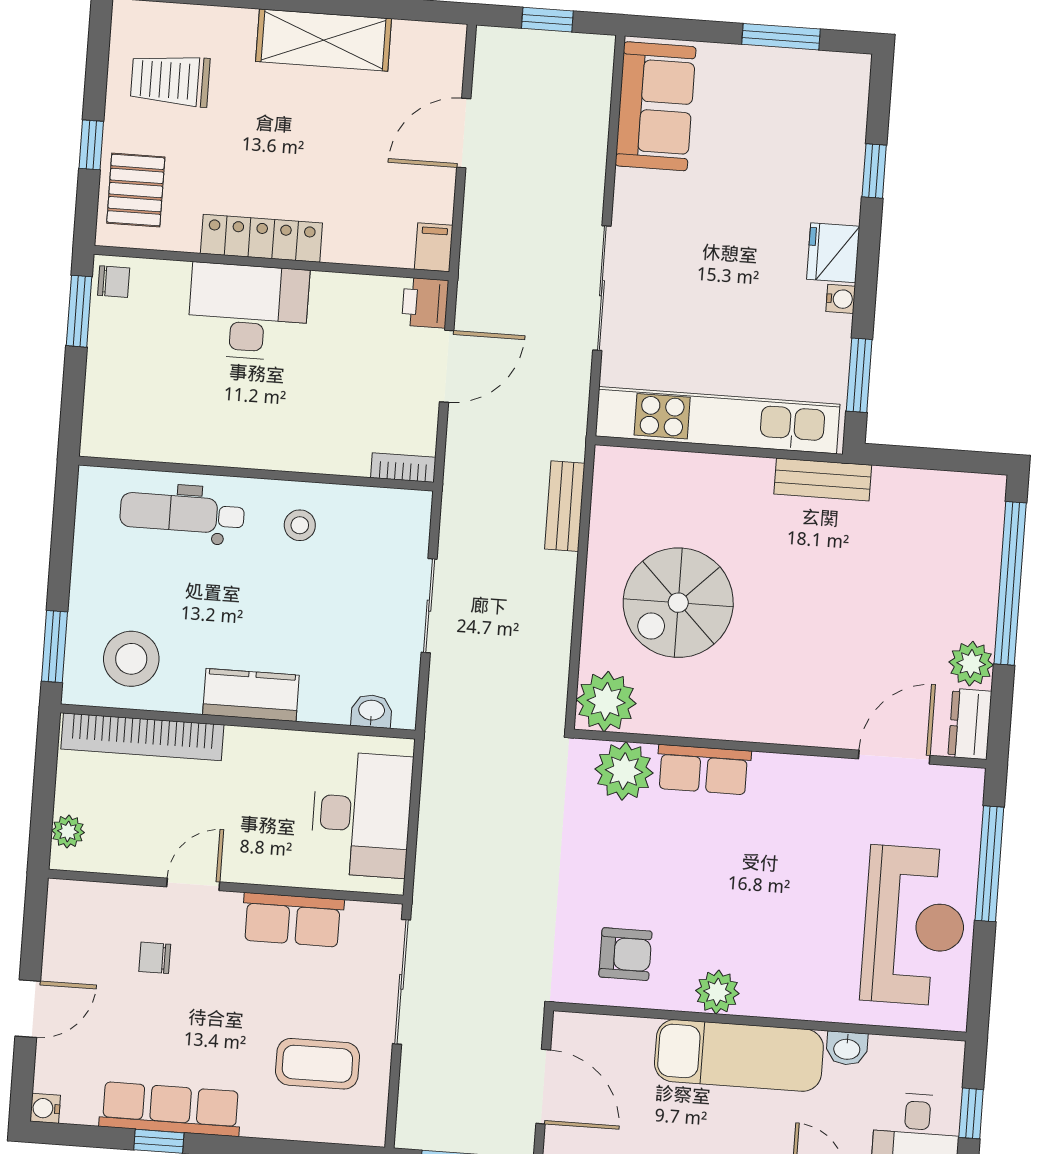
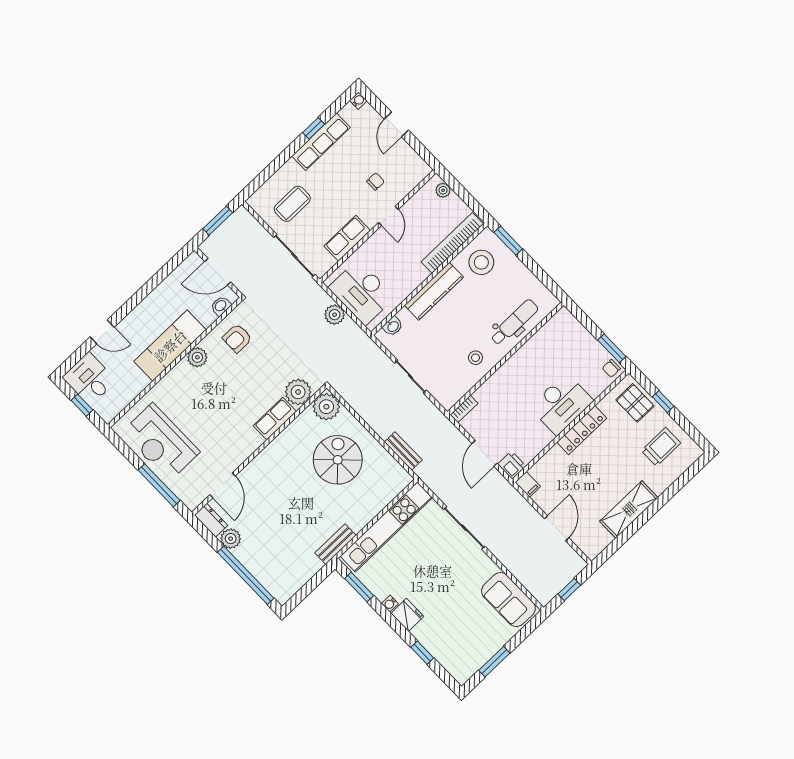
kitchen counter: (251, 695) -> (434, 291), width x1.50
plant: (440, 826) -> (335, 315), added
washbasin: (847, 1048) -> (221, 306), moved

